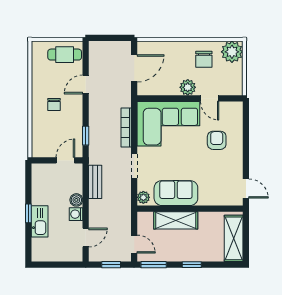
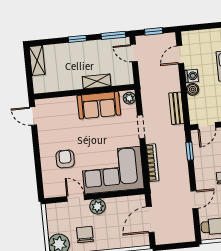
armchair: (217, 140) -> (65, 159), turned 180
shelving: (176, 220) -> (97, 81), width x0.67, depth x0.75
shelving: (234, 238) -> (37, 61), width x0.67, depth x0.75

